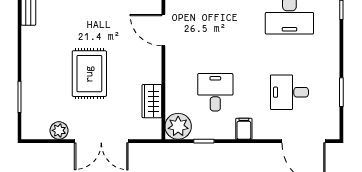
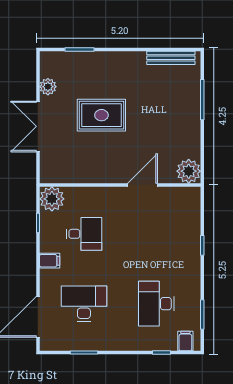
desk: (289, 92) -> (84, 304), width x1.37
wardrobe: (152, 101) -> (76, 174), removed

